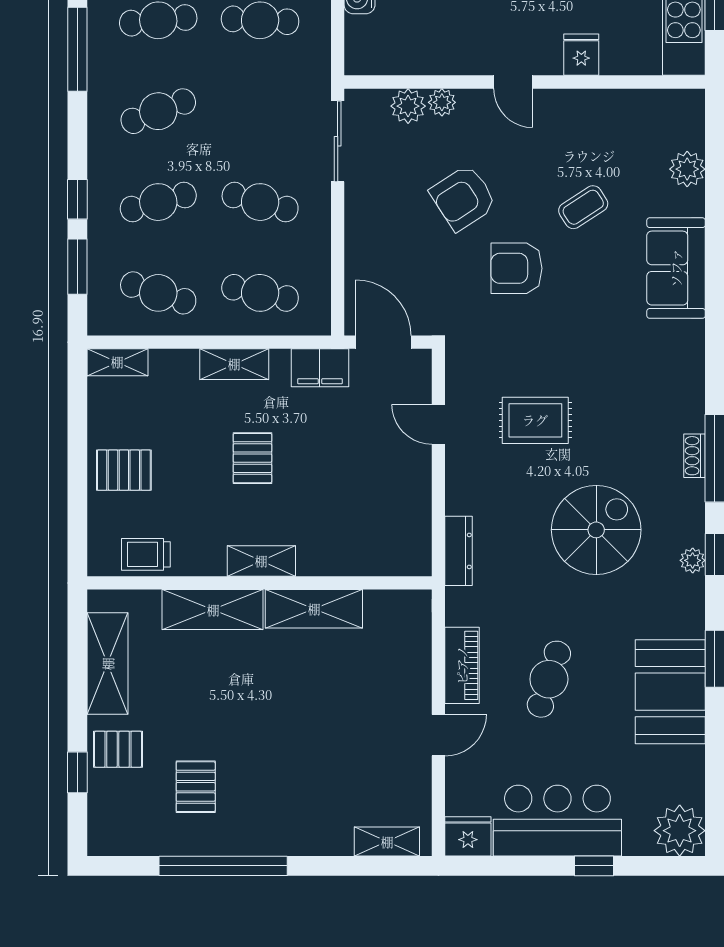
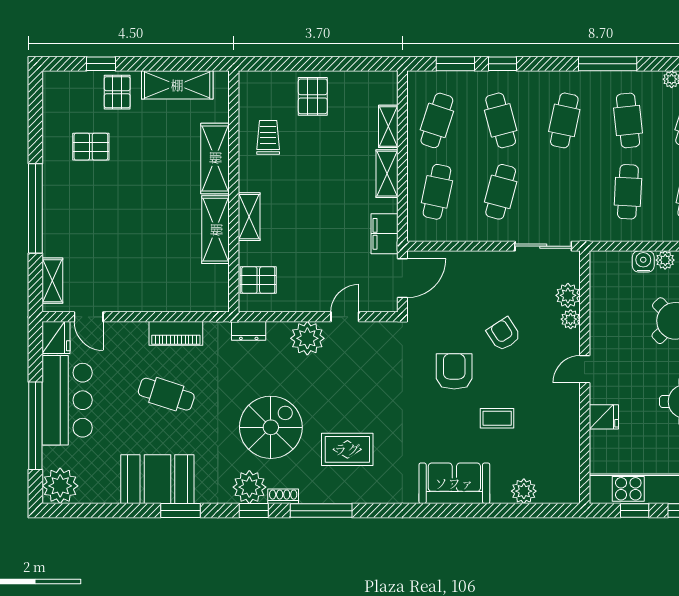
cafe table: (158, 111) -> (564, 120), turned 33
armchair: (463, 198) -> (504, 334), width x0.72, depth x0.72
coffee table: (583, 207) -> (497, 418), turned -57
shelving: (117, 362) -> (388, 126), moved
rug: (535, 420) -> (347, 449), moved, turned 90
shoe rack: (695, 456) -> (283, 496), moved
pallet: (252, 458) -> (258, 280), moved
plant: (469, 478) -> (307, 338), added
spiral stairs: (596, 530) -> (271, 427), turned -90
dresser: (459, 551) -> (249, 331), width x0.70
trolley: (146, 554) -> (268, 137), moved
plant: (693, 560) -> (249, 487), width x1.87, depth x1.87
shelving: (261, 561) -> (249, 217), moved
door: (438, 735) -> (89, 317), moved
window: (223, 866) -> (35, 208), moved
window: (594, 866) -> (35, 426), width x3.17

